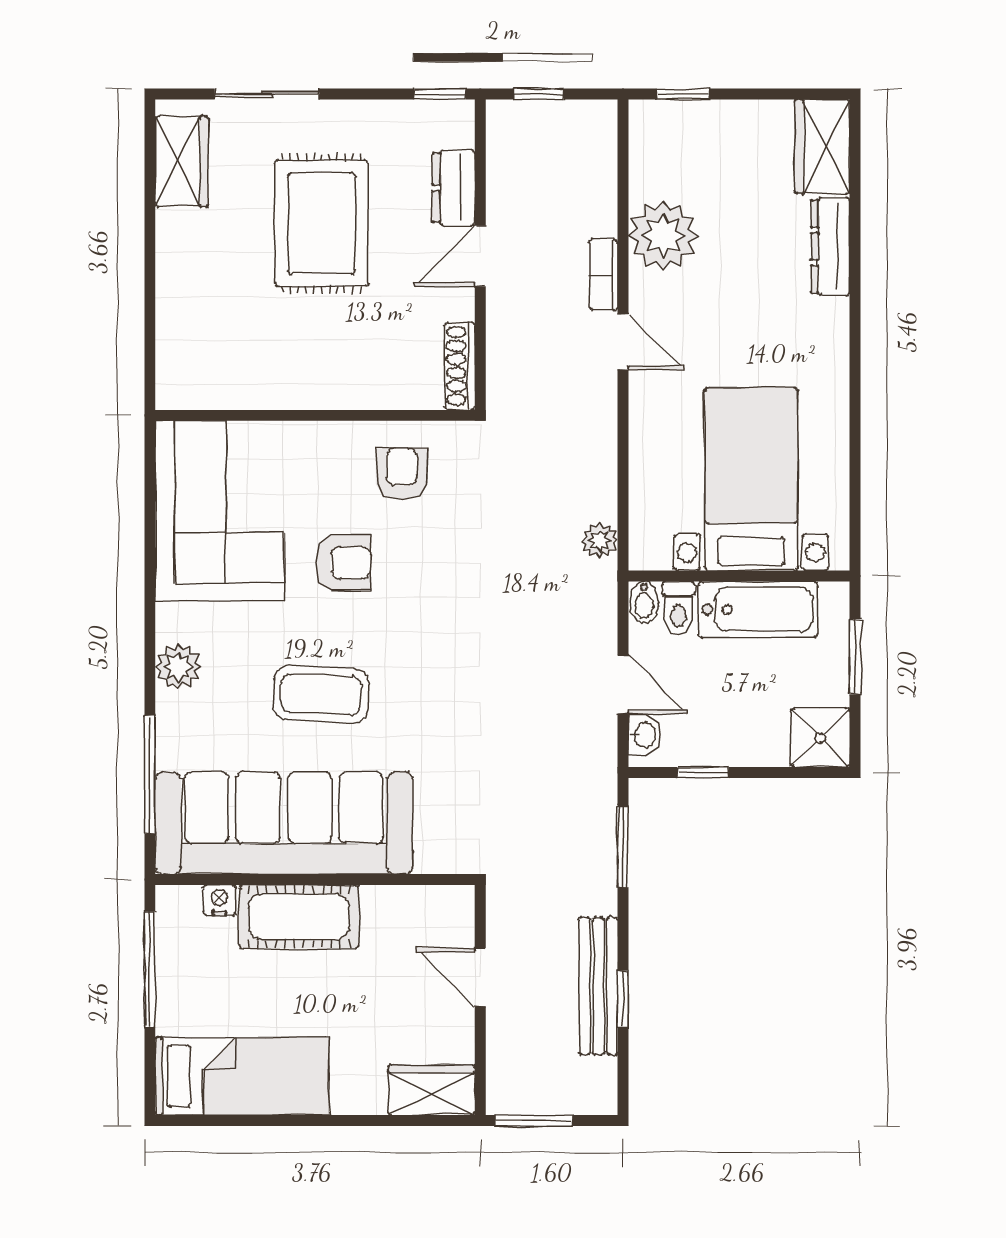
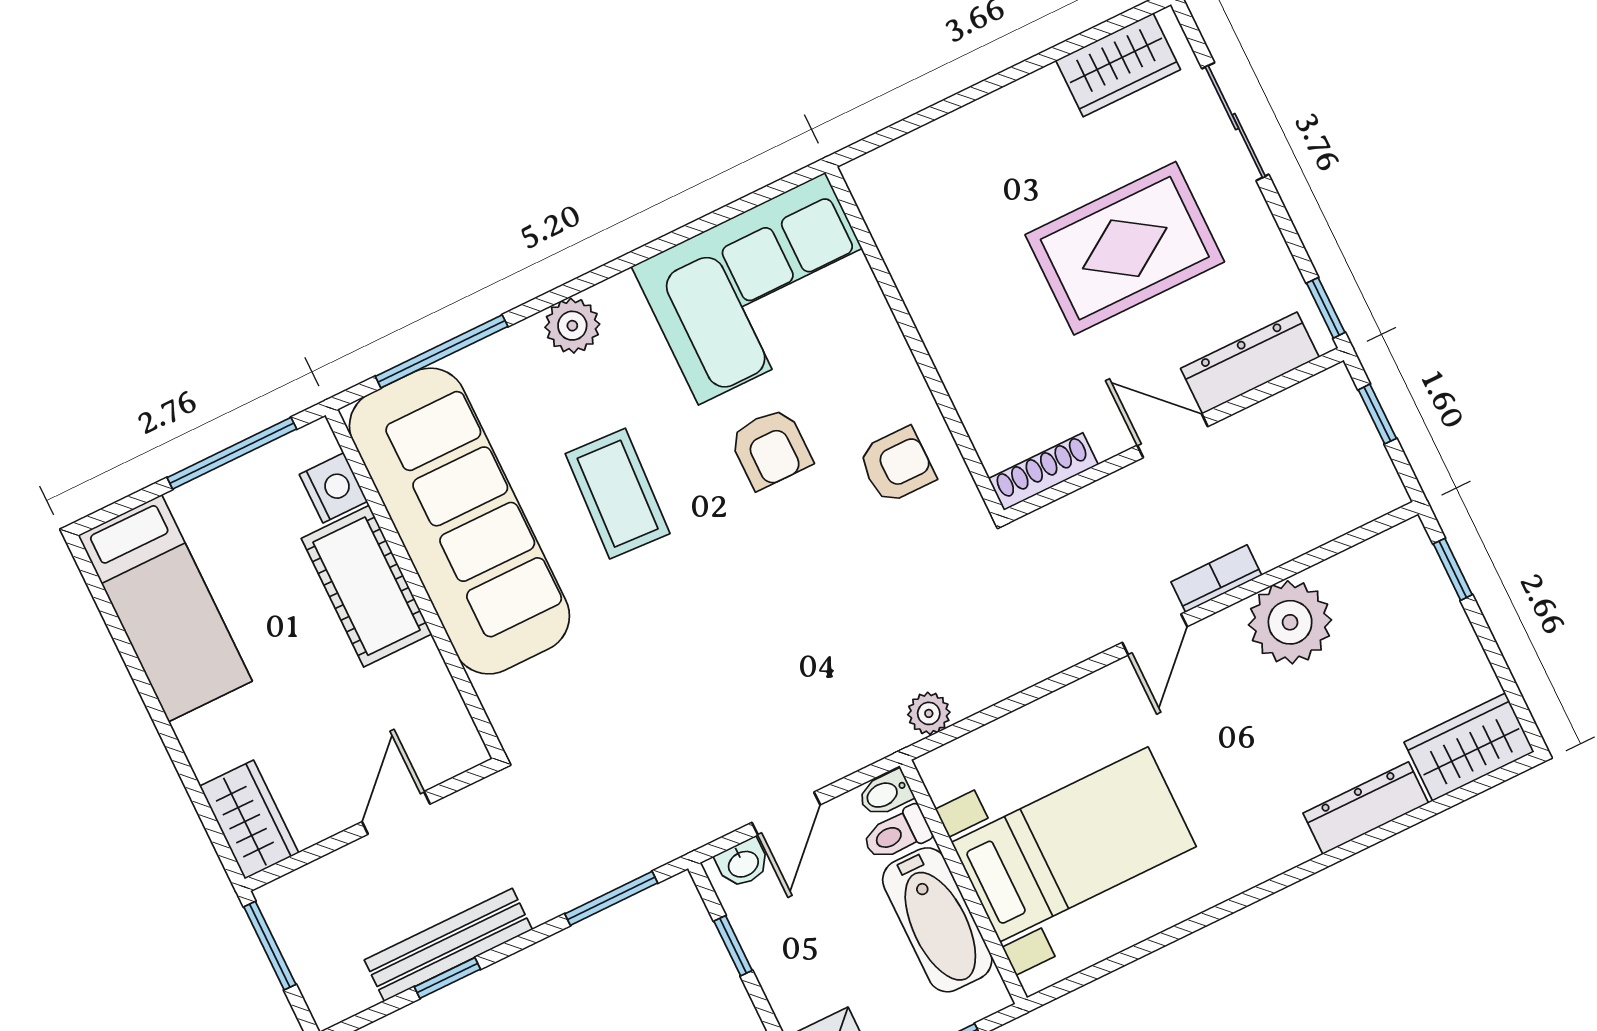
dresser: (454, 188) -> (1250, 363), width x1.44
nightstand: (219, 900) -> (333, 488), width x1.39, depth x1.35

